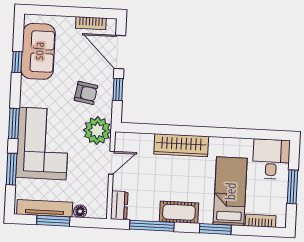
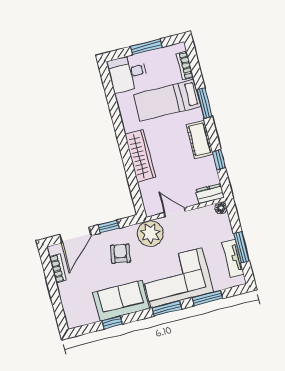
sofa: (38, 51) -> (121, 301), moved
tv unit: (45, 208) -> (233, 258), width x0.71
floor lamp: (80, 211) -> (221, 208), moved
window: (152, 226) -> (219, 160), width x0.46

